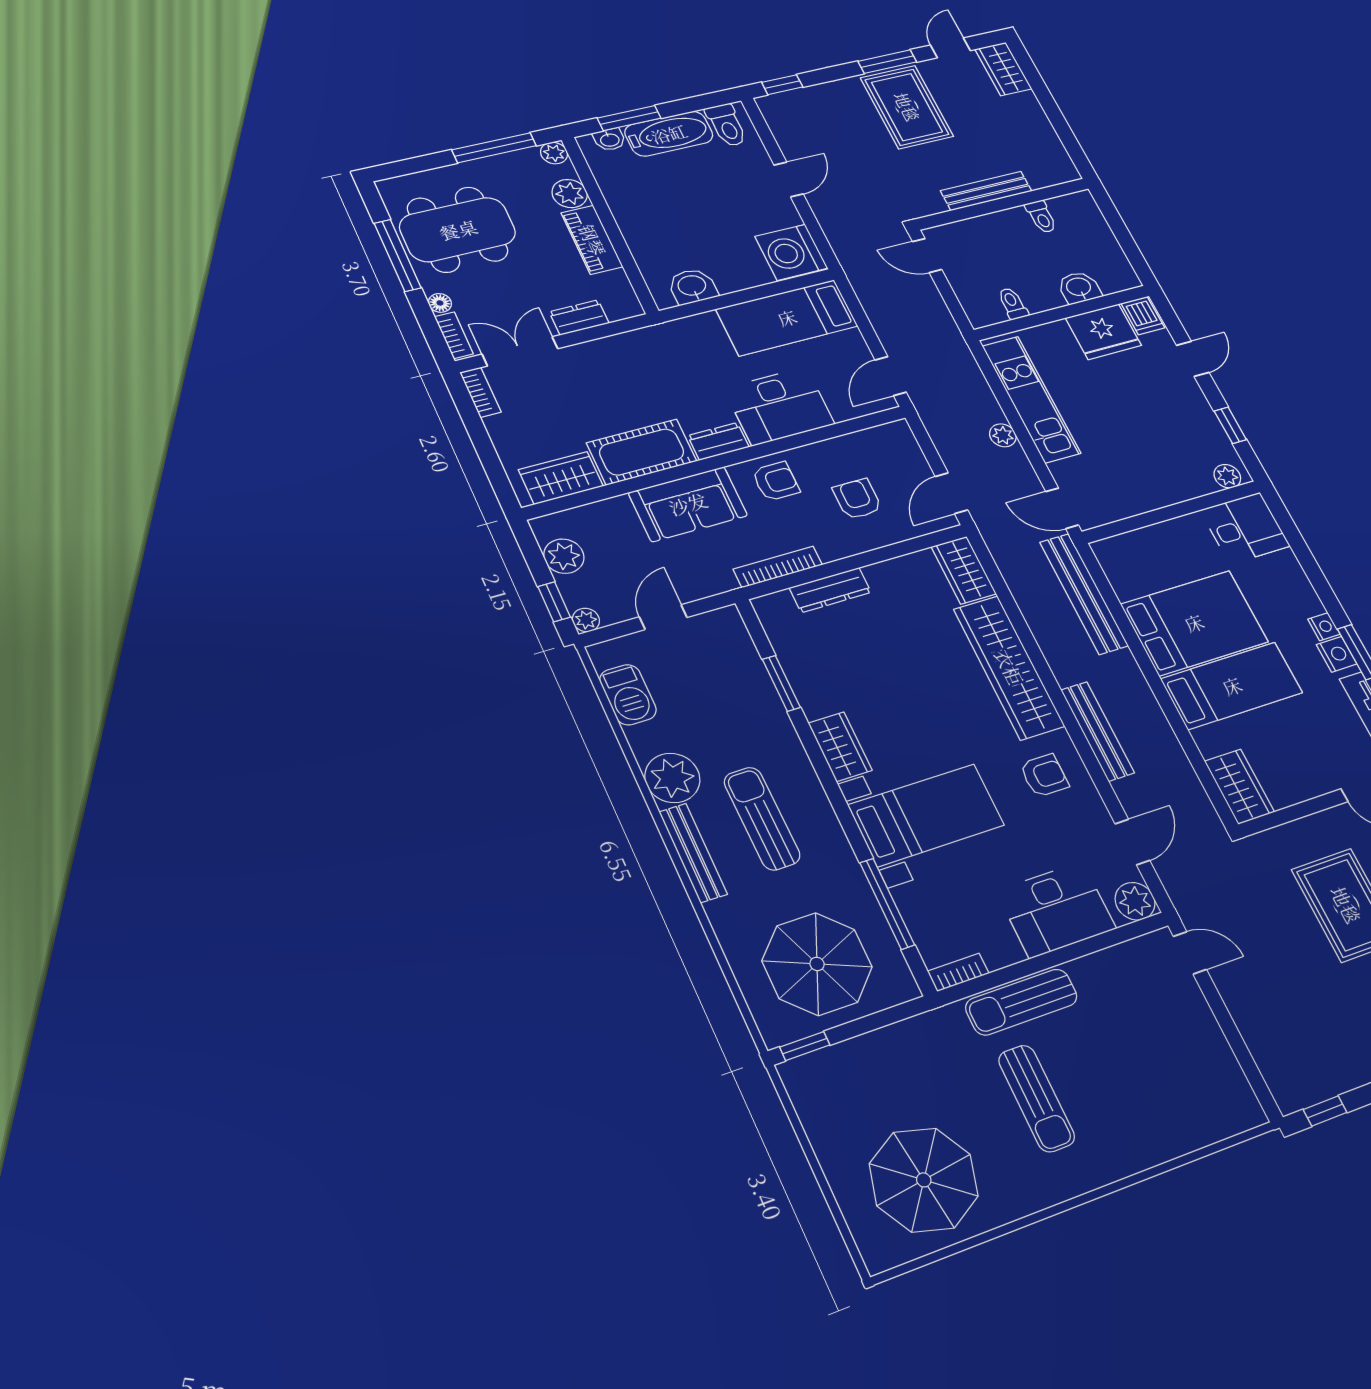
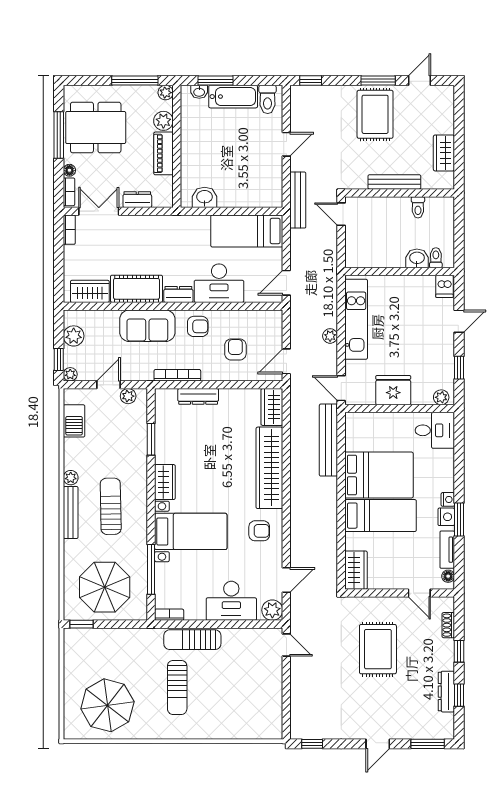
wardrobe: (1003, 69) -> (444, 153), moved
washing machine: (791, 252) -> (267, 191), removed
toilet: (1013, 303) -> (436, 258), moved
fridge: (1103, 332) -> (393, 390), moved, turned 180
plant: (707, 625) -> (128, 396), added
bench: (1097, 731) -> (298, 200), moved
plant: (672, 778) -> (71, 478), width x0.53, depth x0.53

